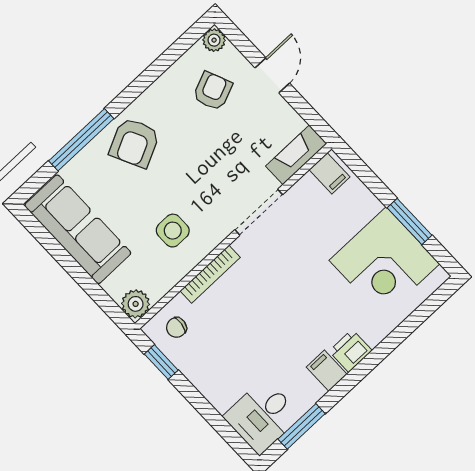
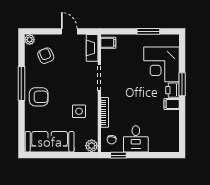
door: (272, 75) -> (69, 31), moved
window: (81, 140) -> (21, 84), moved
armchair: (134, 143) -> (39, 97), turned -64
corner desk: (384, 262) -> (161, 64), moved, turned 90
desk: (262, 416) -> (136, 139), moved
window: (302, 426) -> (182, 84), moved

